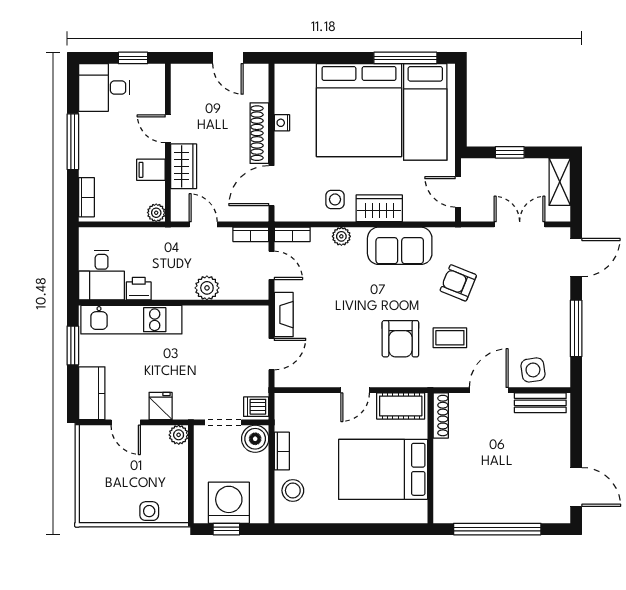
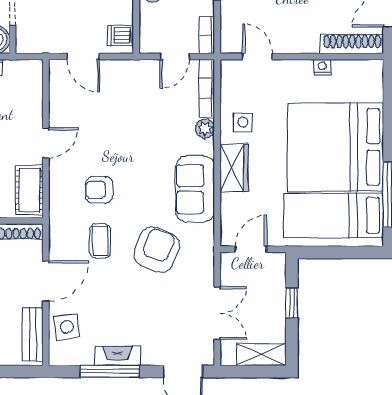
shoe rack: (259, 133) -> (352, 44), moved
door: (271, 186) -> (257, 56), width x0.73
bookcase: (292, 234) -> (207, 88), width x1.56
armchair: (458, 283) -> (157, 250), width x1.38, depth x1.38
fireplace: (284, 315) -> (117, 356), moved, turned 180
armchair: (400, 339) -> (99, 190), width x0.72, depth x0.72
door: (355, 390) -> (46, 143), swing flipped
door: (489, 390) -> (46, 281), hinge flipped
dishwasher: (256, 407) -> (120, 35), moved, turned -90

